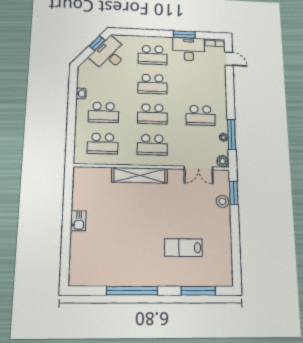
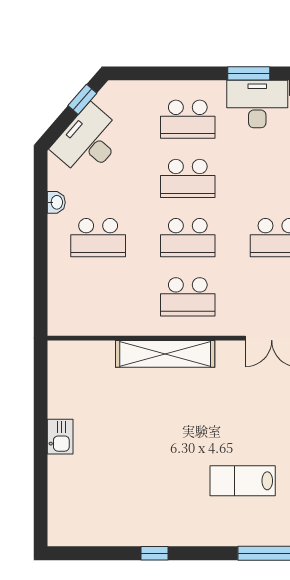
desk: (109, 54) -> (88, 141), moved
school desk: (103, 144) -> (98, 297), removed
window: (132, 291) -> (155, 553), width x0.32

